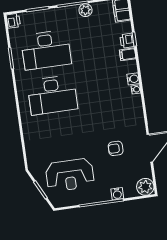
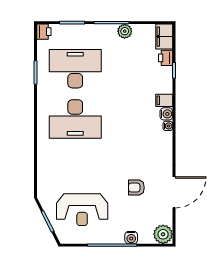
printer: (127, 41) -> (166, 58), moved
desk: (46, 50) -> (75, 69), turned 180
filing cabinet: (128, 54) -> (164, 100), moved

